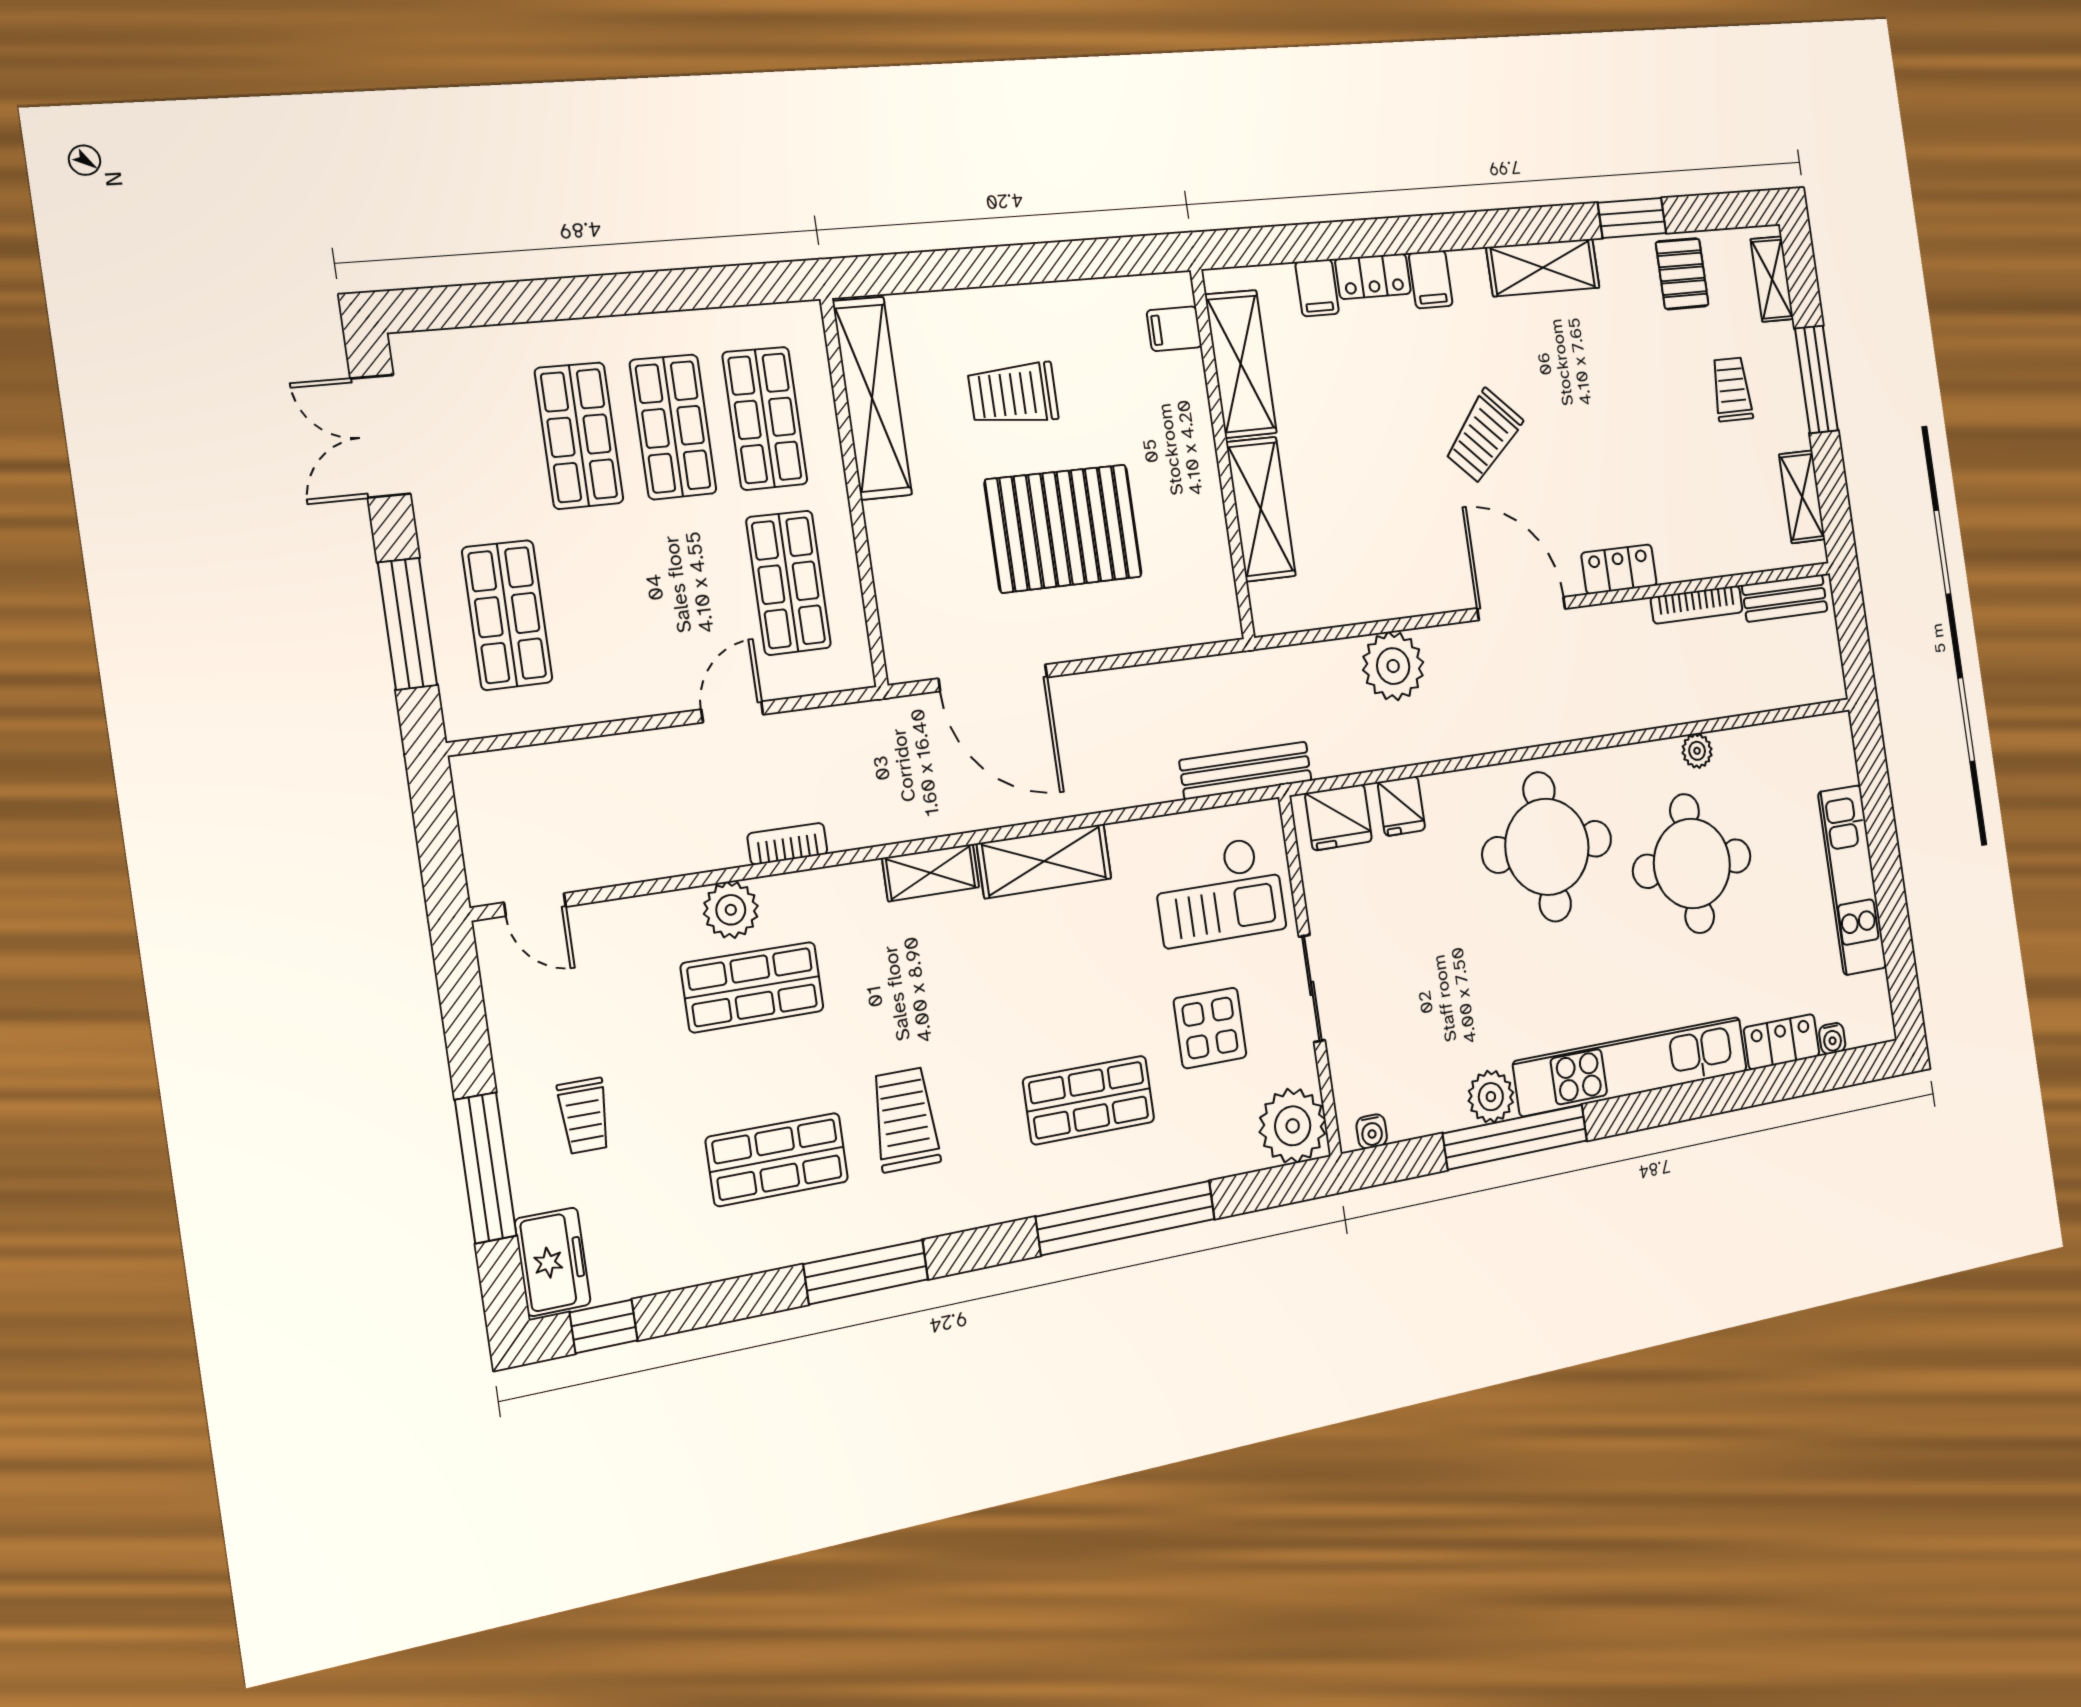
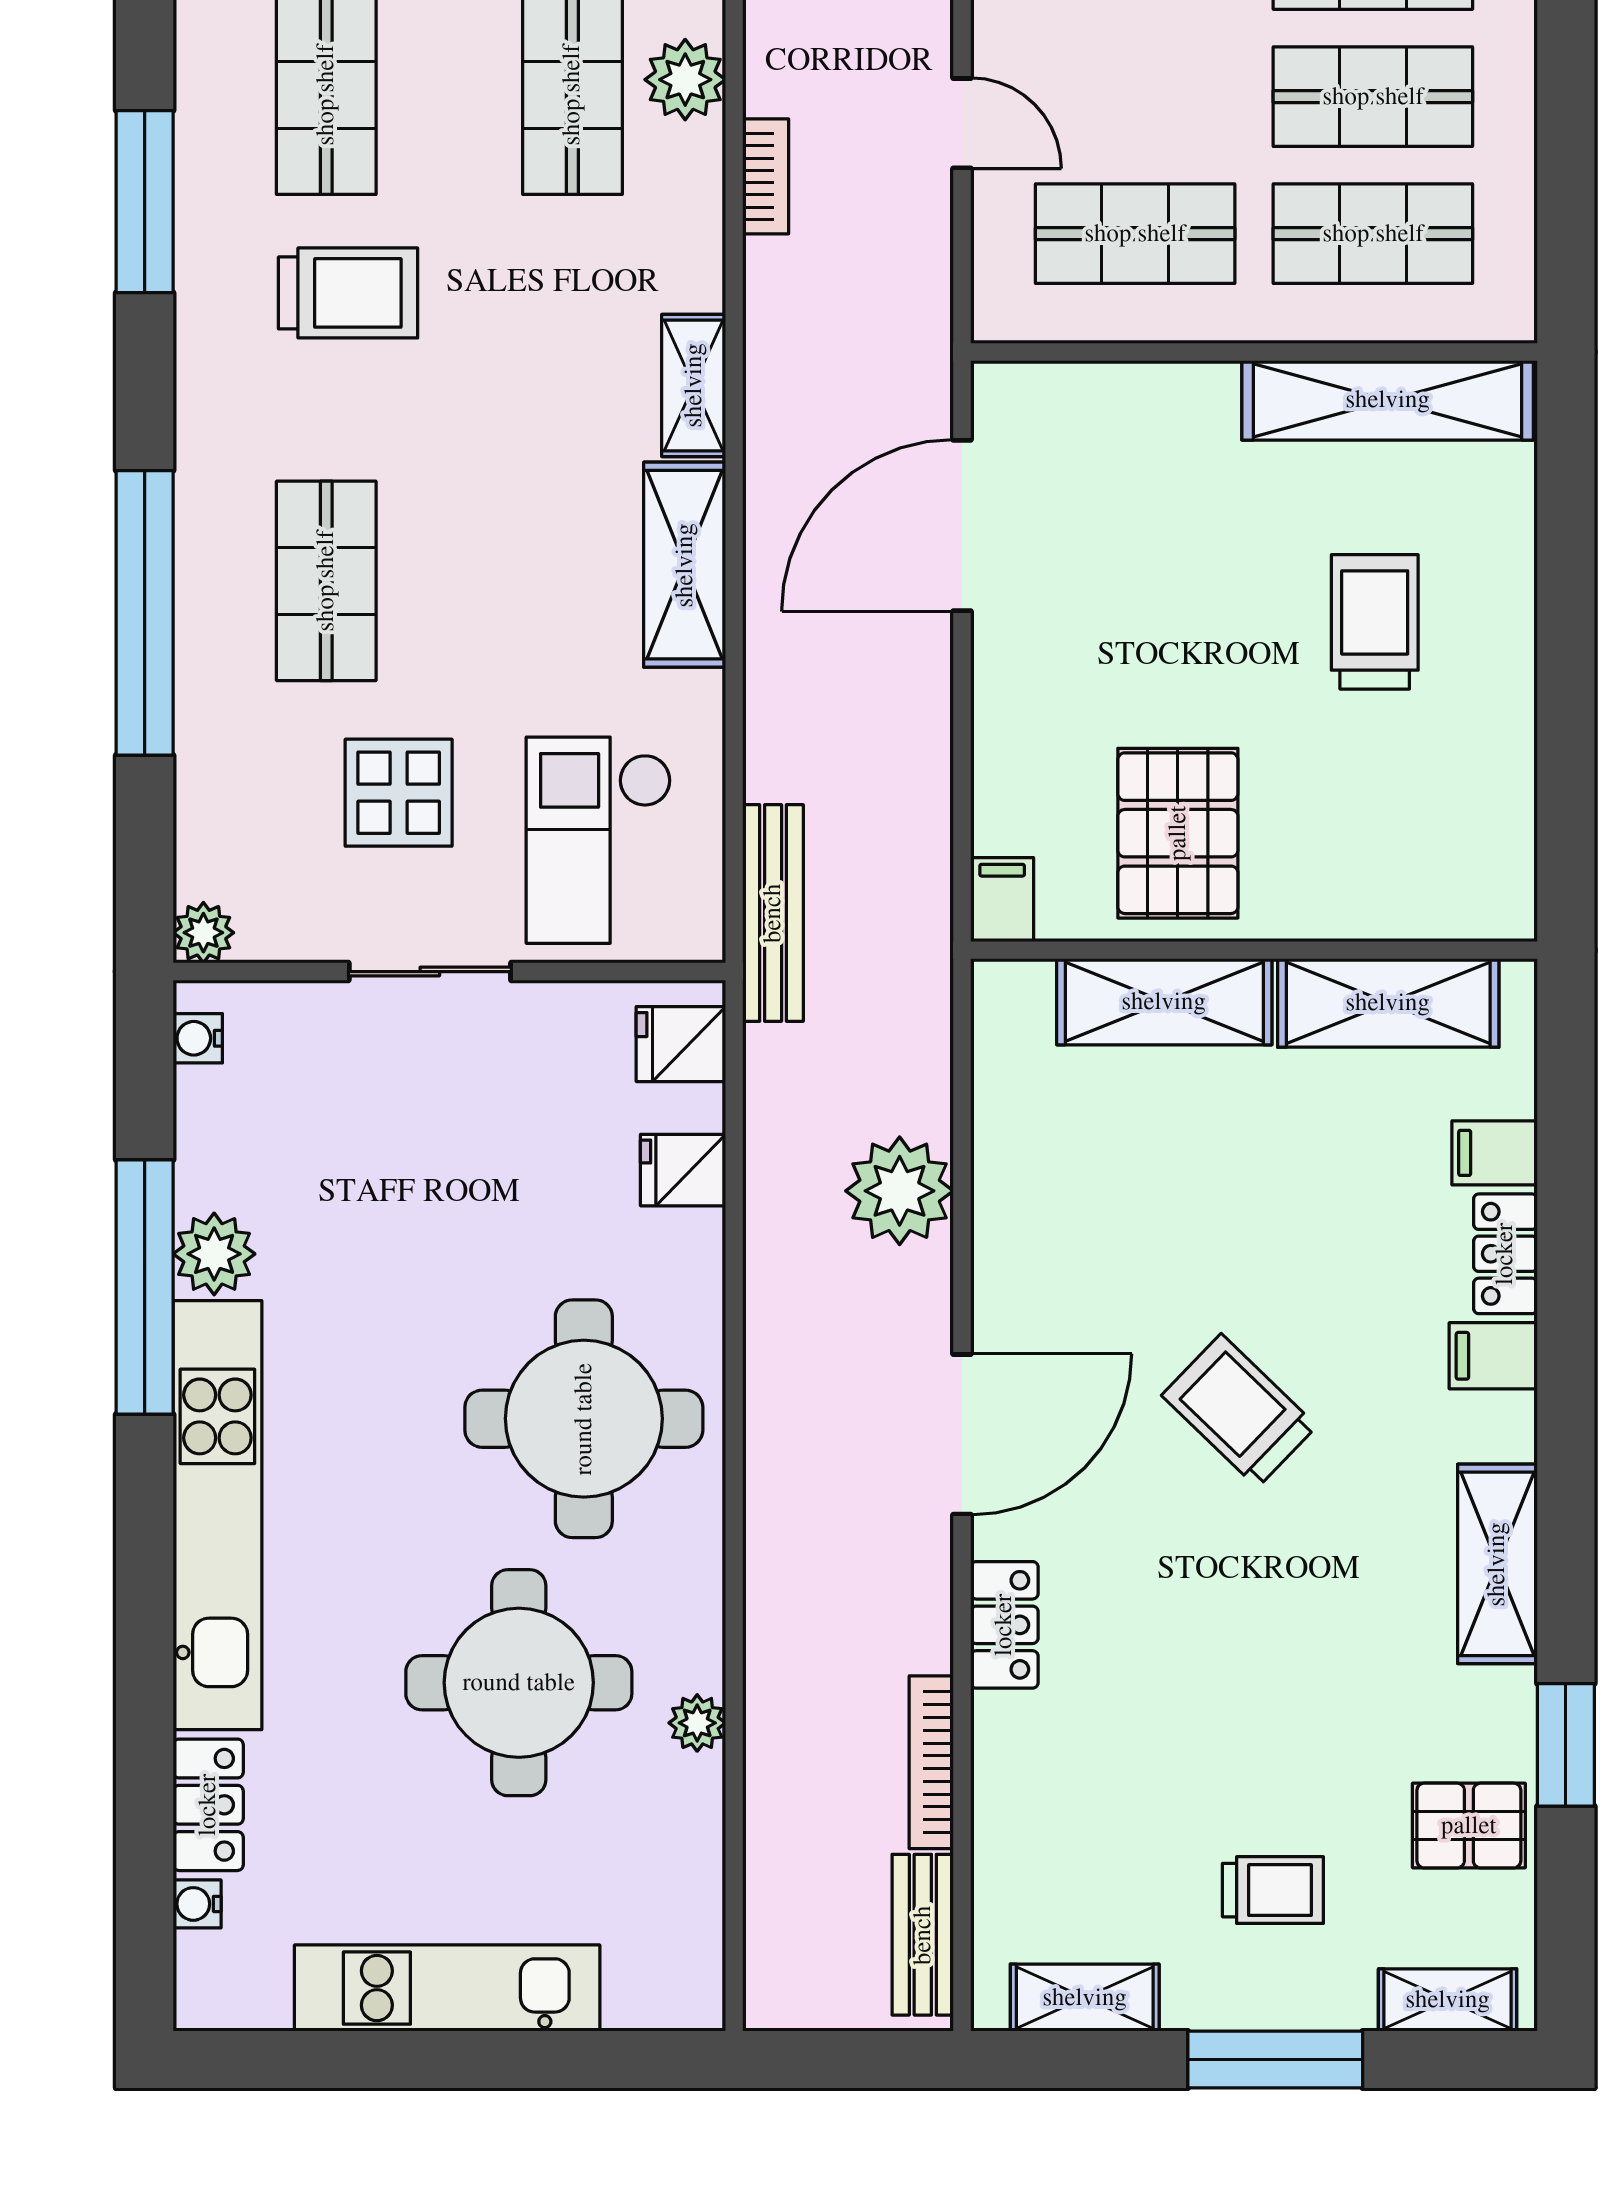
filing cabinet: (1174, 329) -> (1002, 900), moved
pallet: (1064, 528) -> (1178, 833), moved, width x0.73, depth x0.71
fridge: (1338, 817) -> (681, 1044), width x0.72
plant: (1293, 1126) -> (203, 933), width x0.53, depth x0.53

